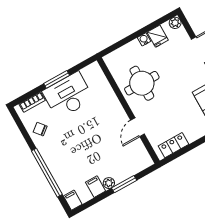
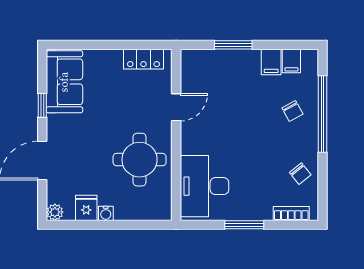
desk: (68, 95) -> (204, 186), moved, turned 90
chair: (66, 164) -> (292, 111), added
plant: (109, 183) -> (252, 57), removed
filing cabinet: (73, 200) -> (291, 61), moved

